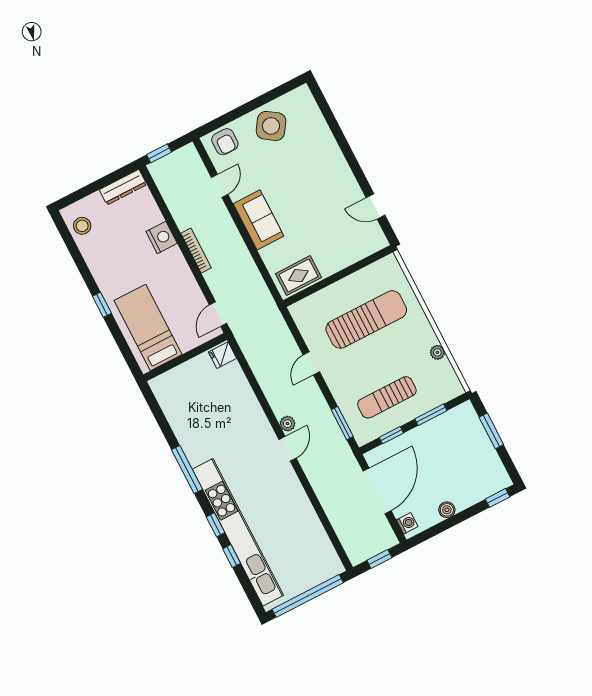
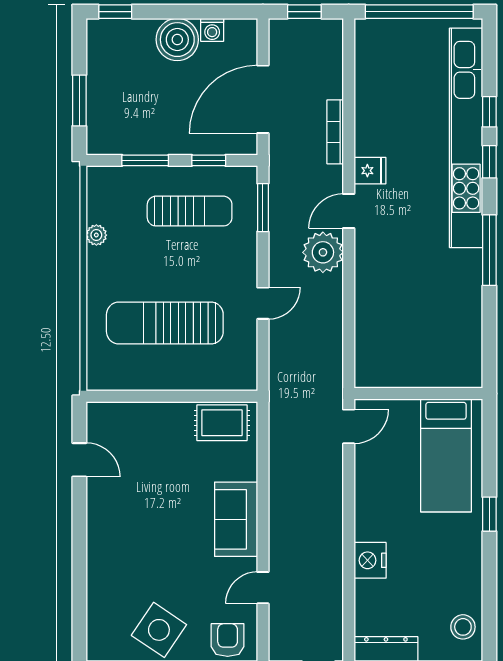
bookcase: (196, 250) -> (335, 132), moved
fridge: (222, 355) -> (370, 171), moved
plant: (287, 424) -> (323, 252), width x1.87, depth x1.87
boiler: (447, 510) -> (177, 40), width x1.86, depth x1.86
washing machine: (407, 523) -> (212, 30), moved, turned -90

